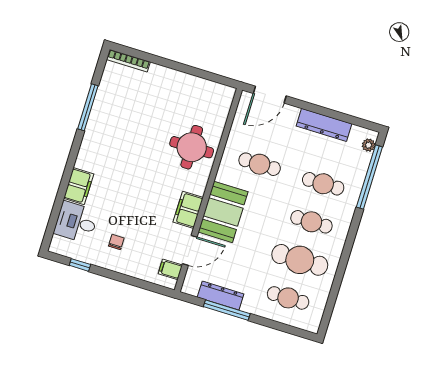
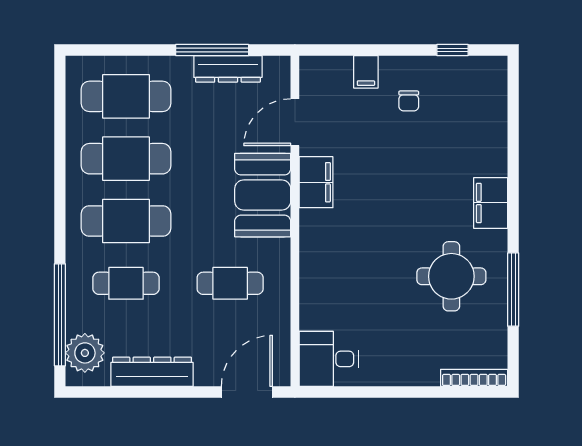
plant: (369, 145) -> (85, 353), width x1.88, depth x1.88
round table: (192, 147) -> (451, 276), moved
filing cabinet: (79, 186) -> (491, 203), moved
desk: (76, 222) -> (329, 359), moved, turned 180
cafe table: (311, 222) -> (126, 221), width x1.37, depth x1.35
filing cabinet: (170, 269) -> (366, 72), moved, turned 90
cafe table: (288, 298) -> (126, 96), width x1.37, depth x1.35

